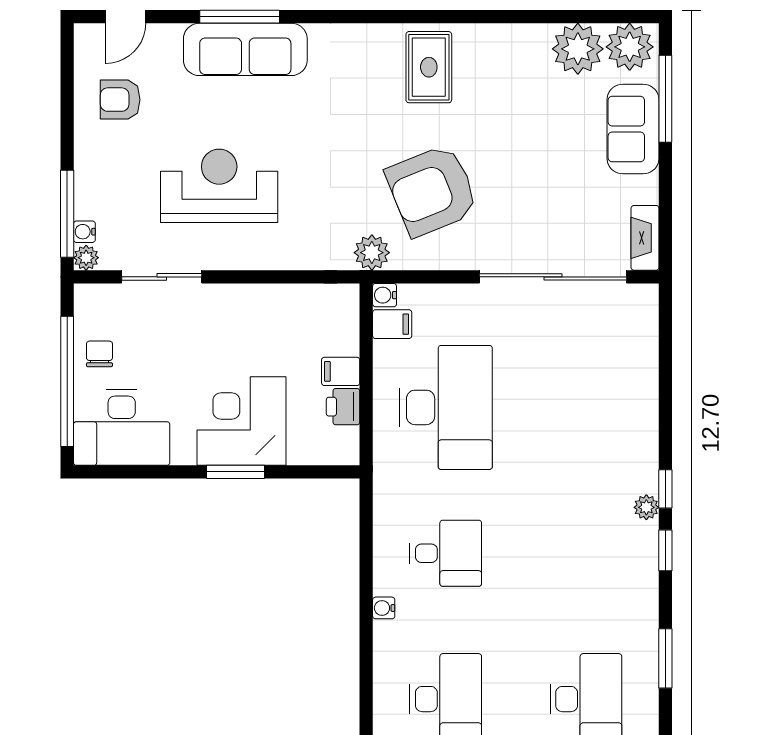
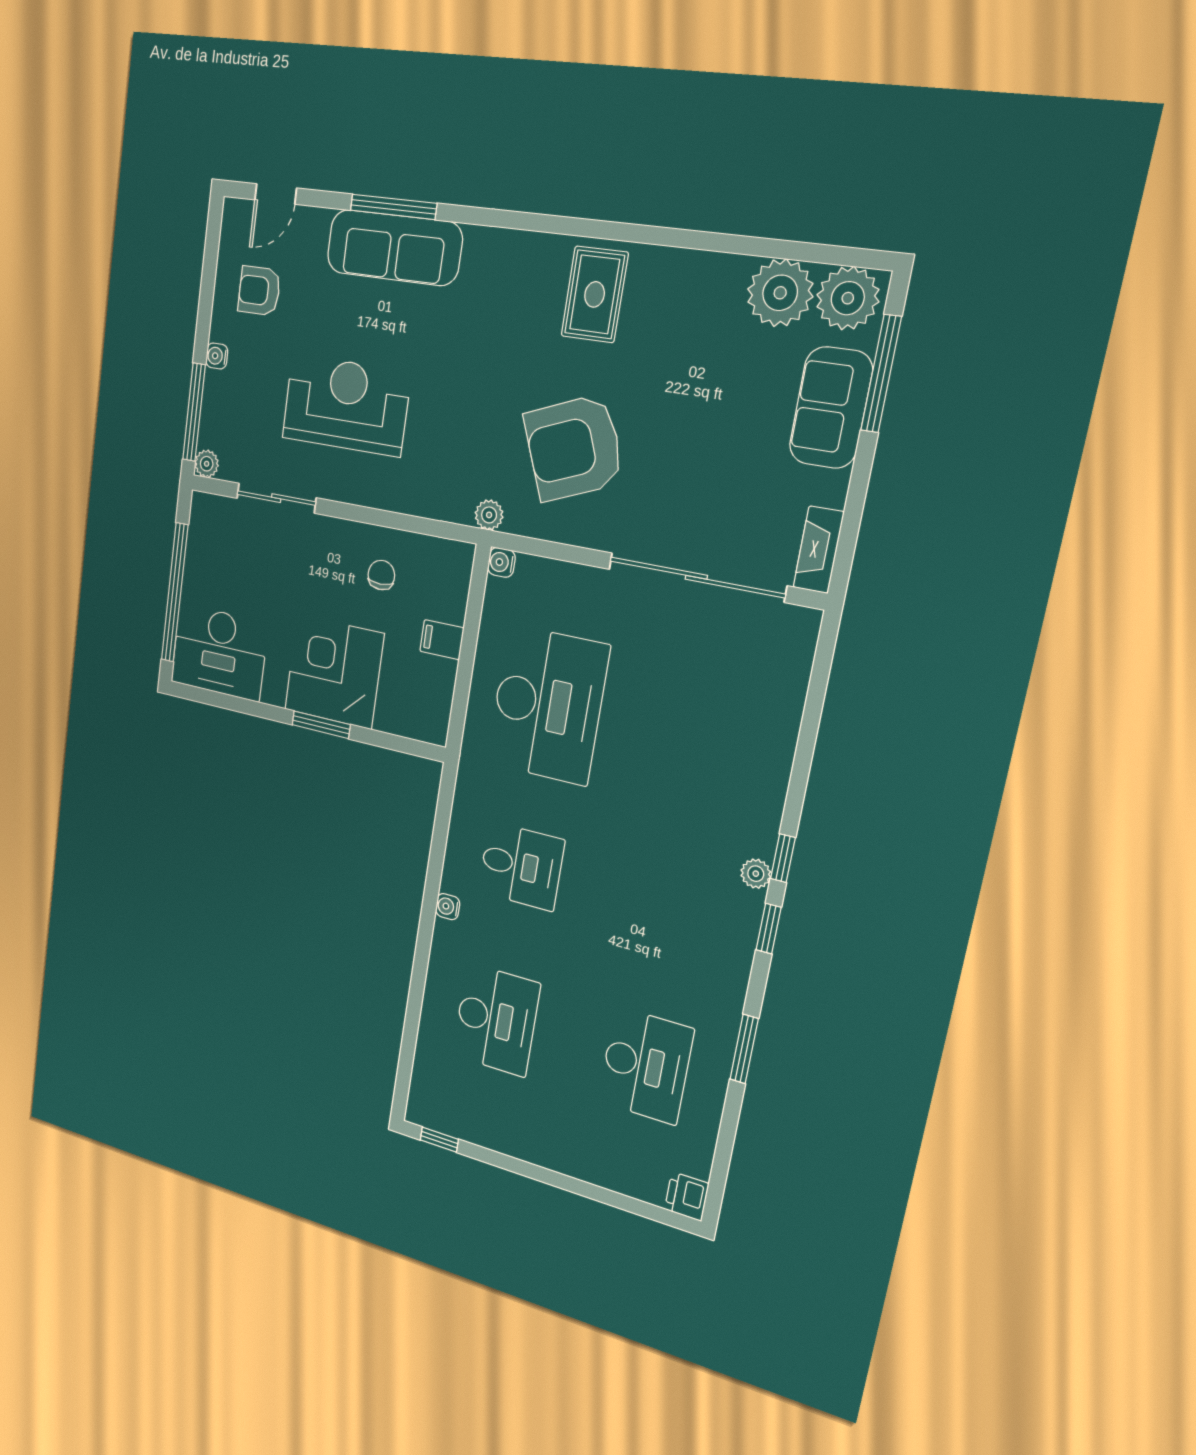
water cooler: (84, 232) -> (217, 356), moved
plant: (372, 253) -> (489, 515), width x0.73, depth x0.73
filing cabinet: (392, 324) -> (505, 597), removed
chair: (99, 354) -> (381, 575), moved
printer: (343, 407) -> (439, 679), removed

